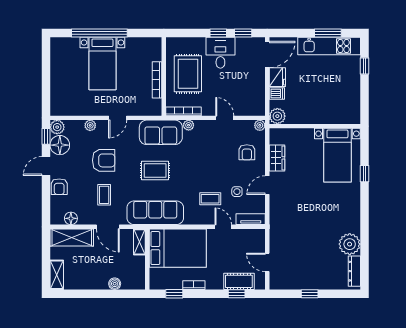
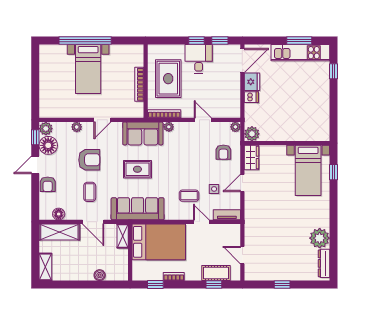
plant: (277, 116) -> (252, 134), moved
wall: (315, 126) -> (287, 143), moved
bed with nightstands: (337, 155) -> (308, 170), moved

